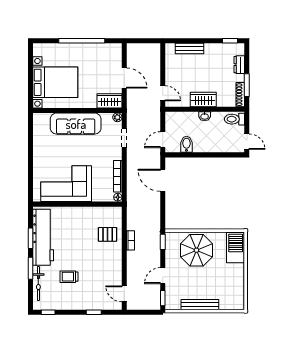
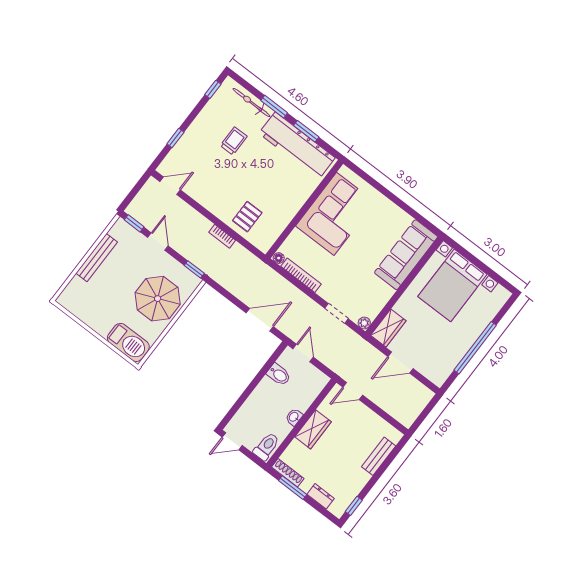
sofa: (76, 124) -> (406, 255), moved

